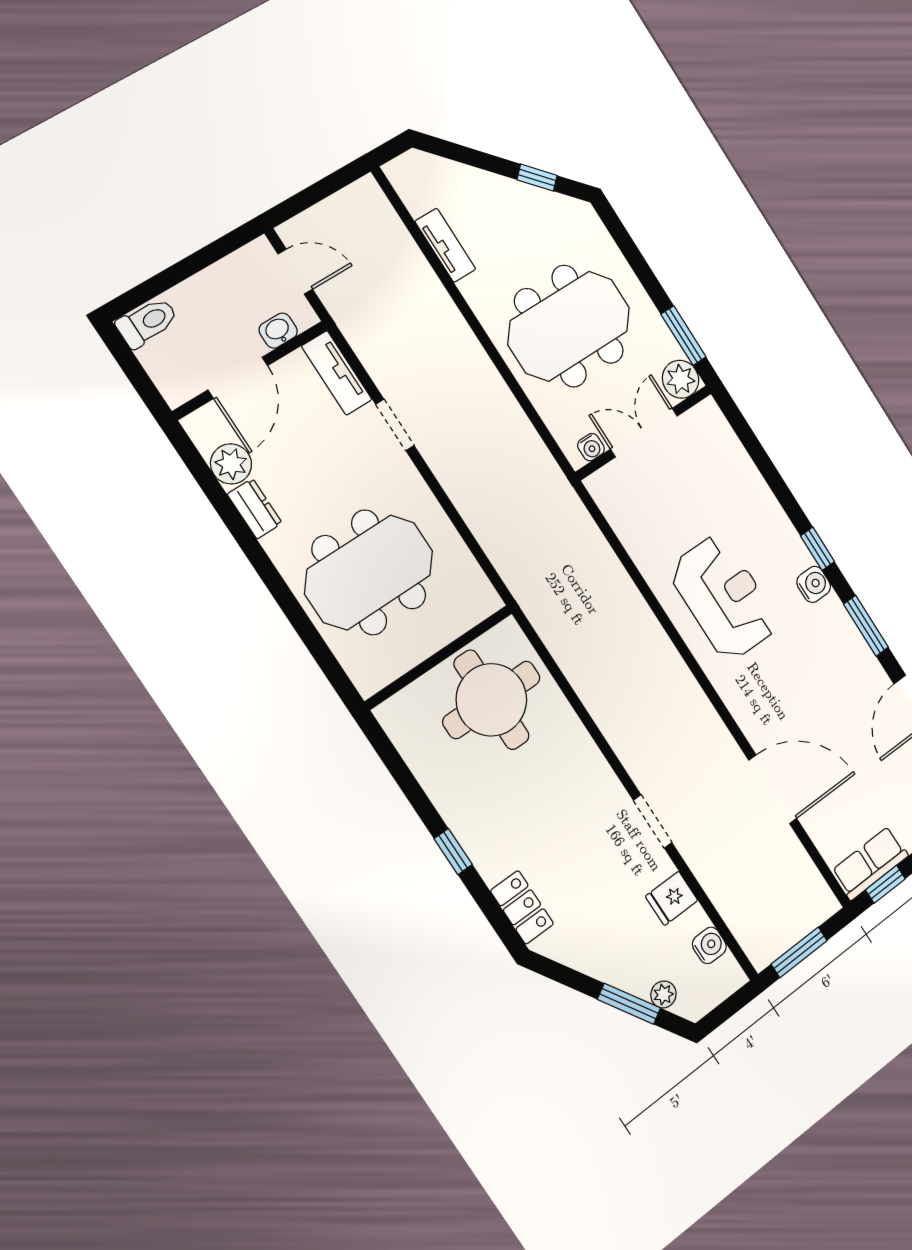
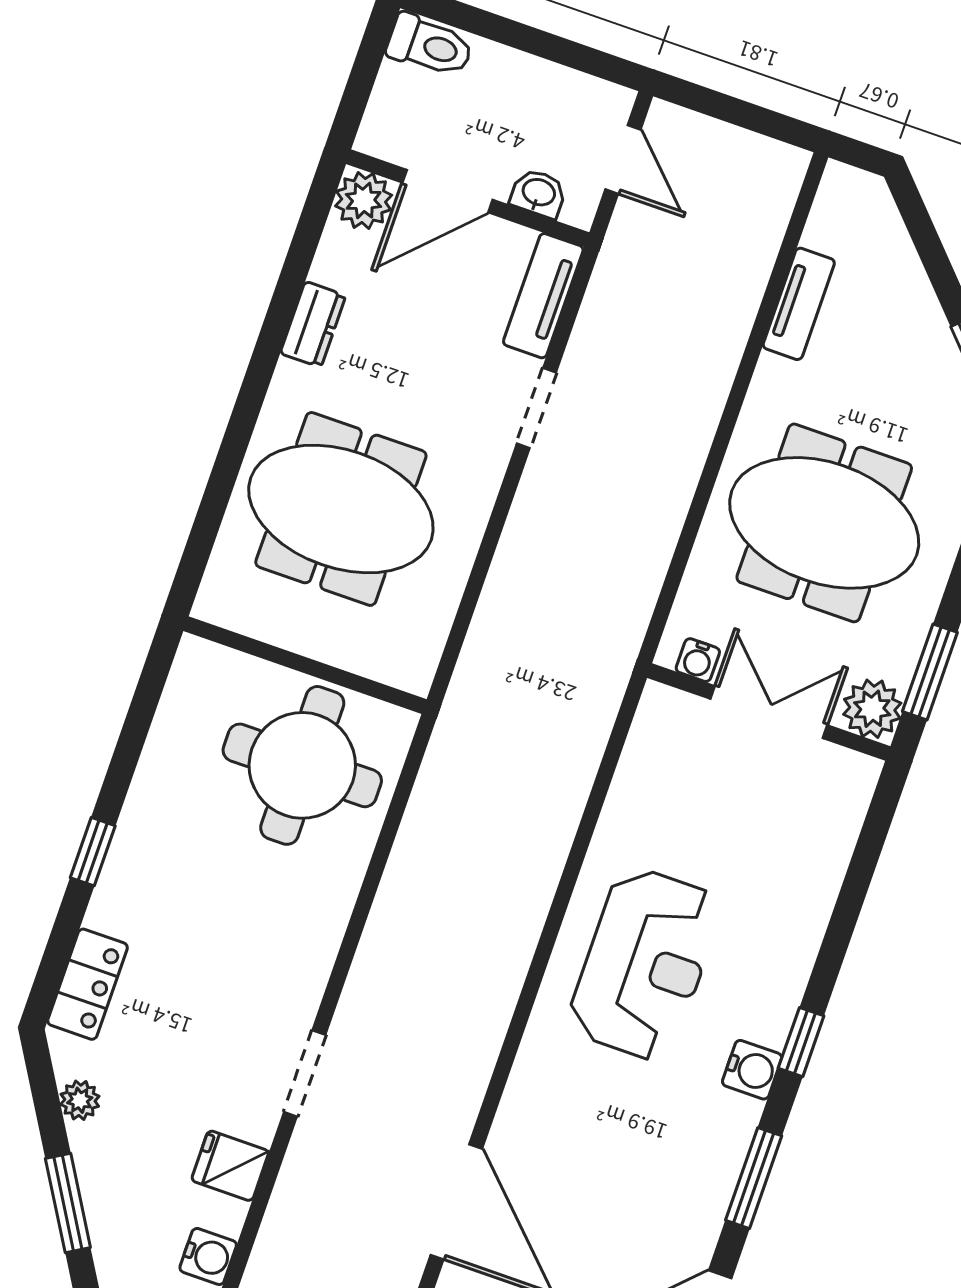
plant: (231, 464) -> (364, 200), moved
plant: (663, 994) -> (80, 1100), moved

